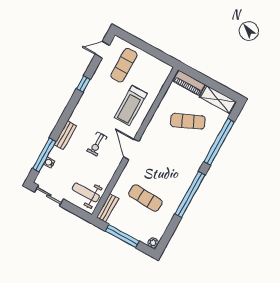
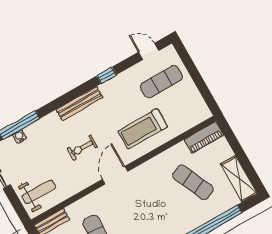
piano: (189, 83) -> (204, 137), moved, turned -90
bench: (65, 135) -> (79, 104), moved, width x1.36
weight bench: (86, 193) -> (39, 192), turned 90

